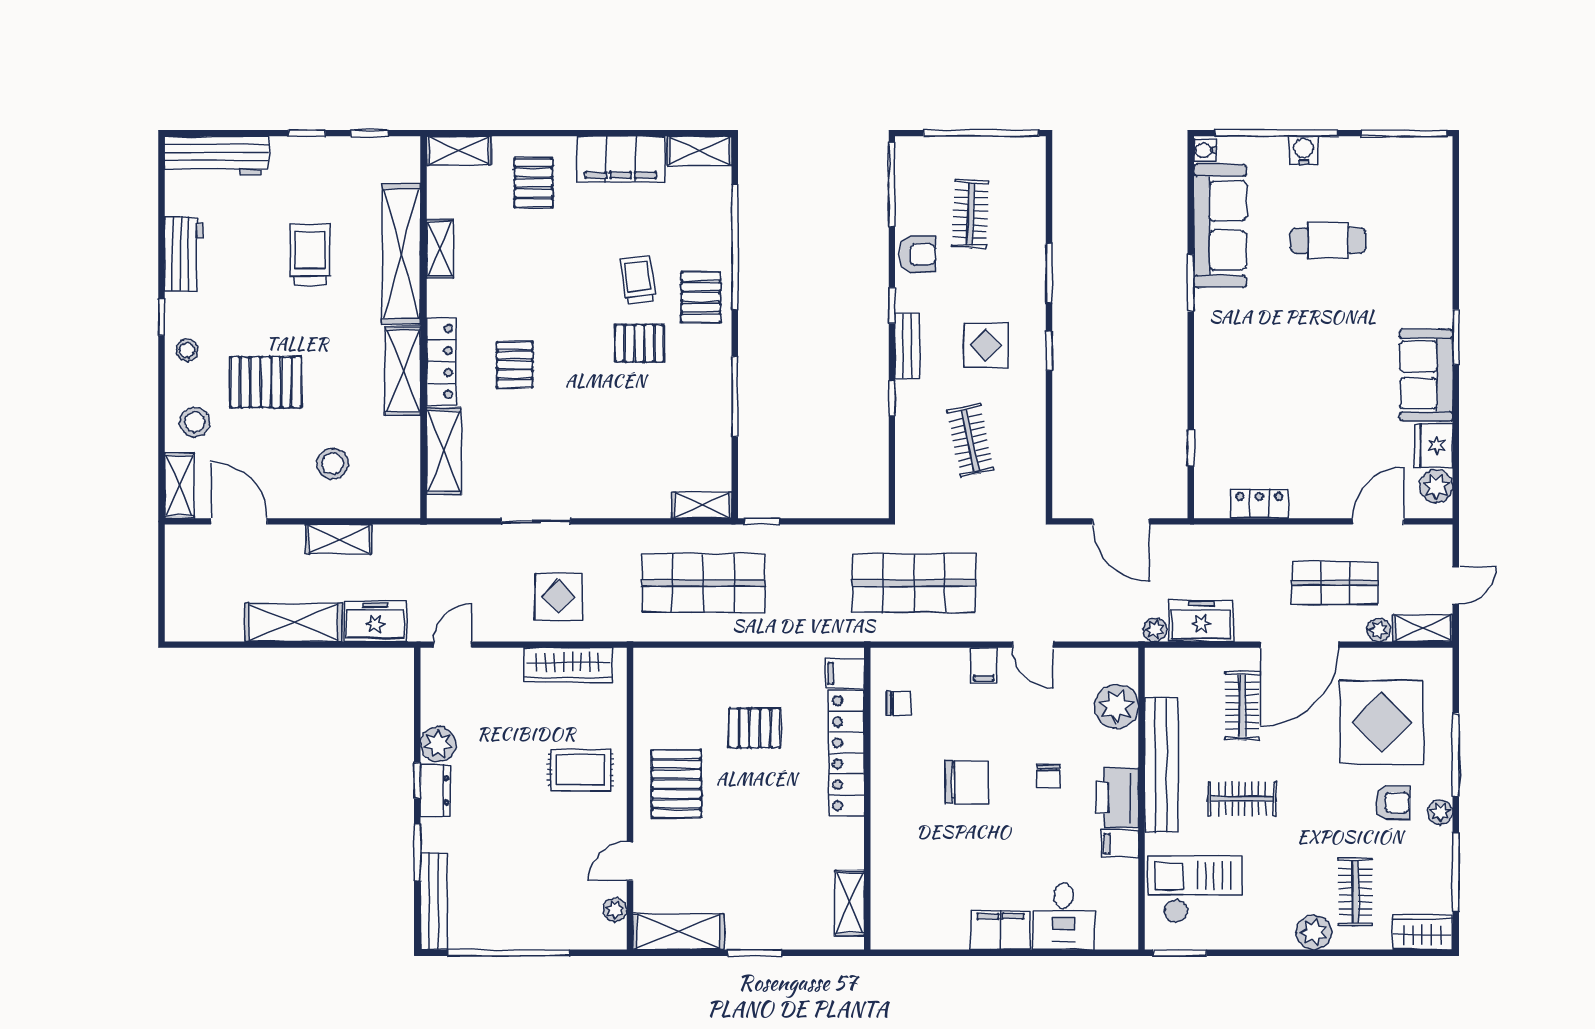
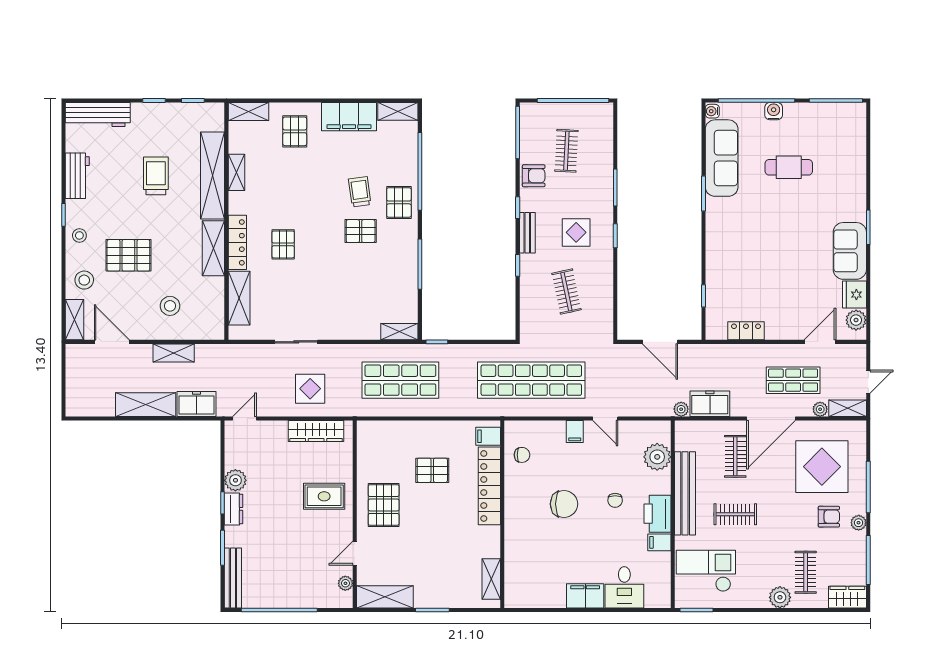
shop shelf: (914, 583) -> (531, 380), width x1.40

